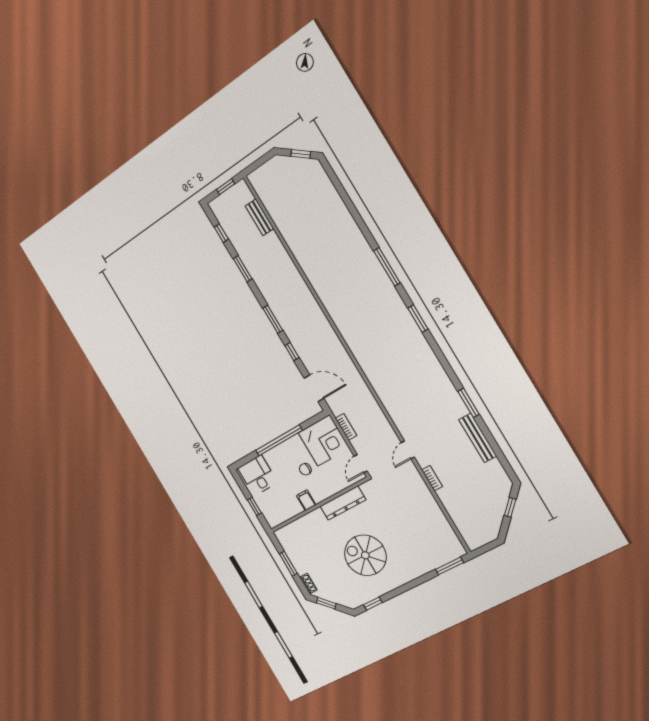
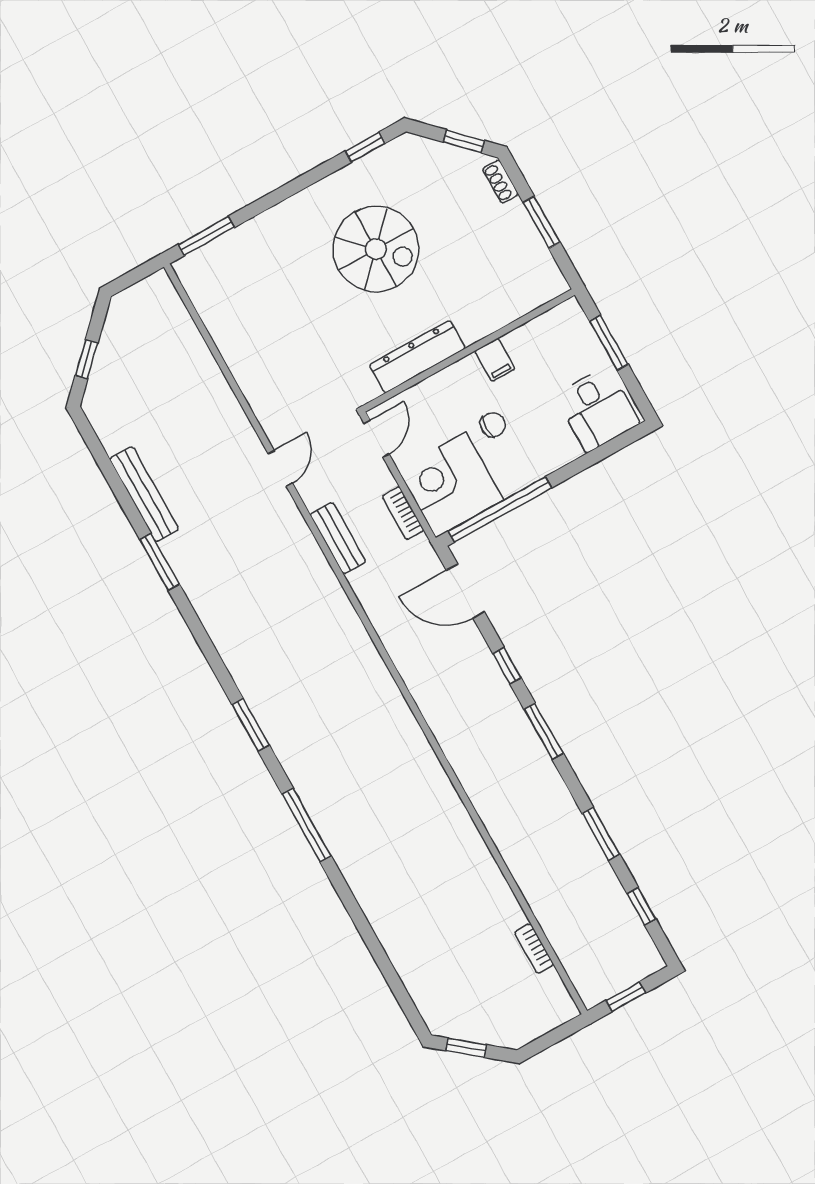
bench: (259, 217) -> (338, 538), moved
window: (279, 440) -> (500, 509), moved
bookcase: (432, 478) -> (534, 949), moved
window: (254, 506) -> (609, 343), width x1.50

